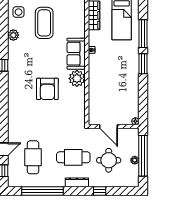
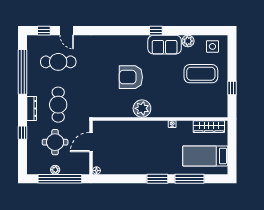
sofa: (76, 54) -> (165, 45), moved, turned 180

